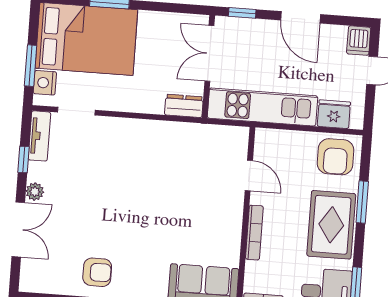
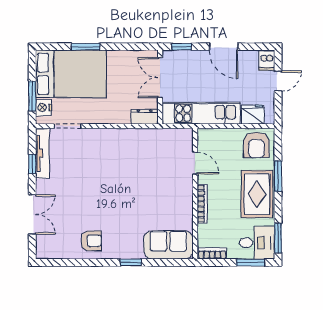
tv unit: (39, 136) -> (42, 153), width x1.41
plant: (35, 192) -> (42, 186), removed

